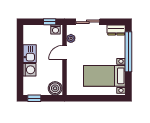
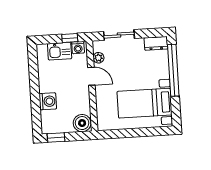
door: (65, 52) -> (91, 76), swing flipped
kitchen sink: (30, 54) -> (60, 51), moved, turned 90

